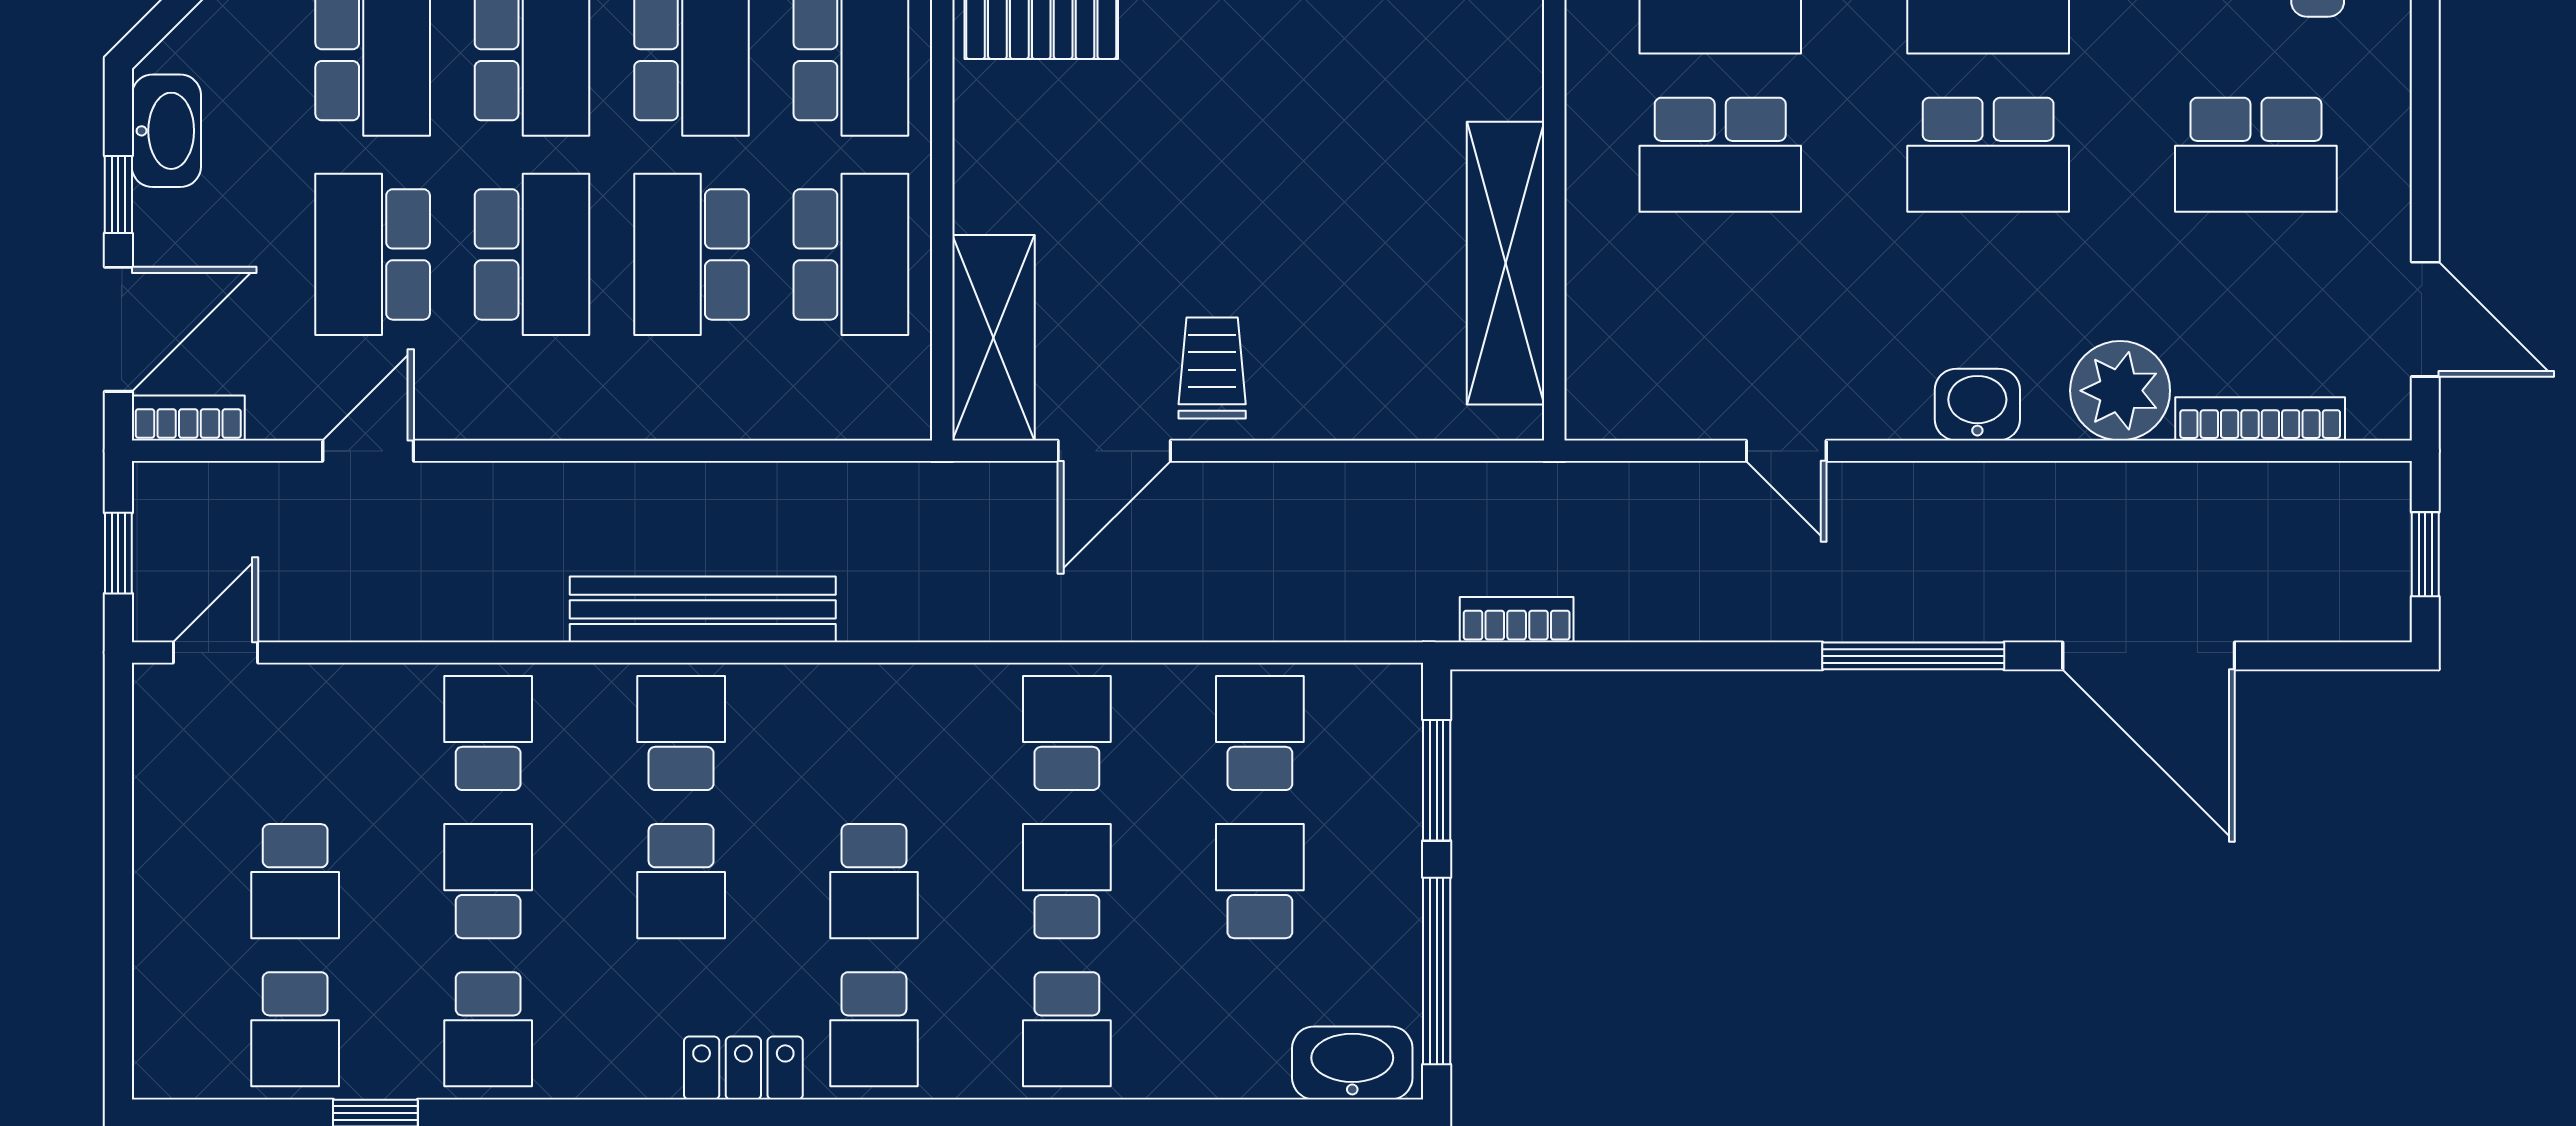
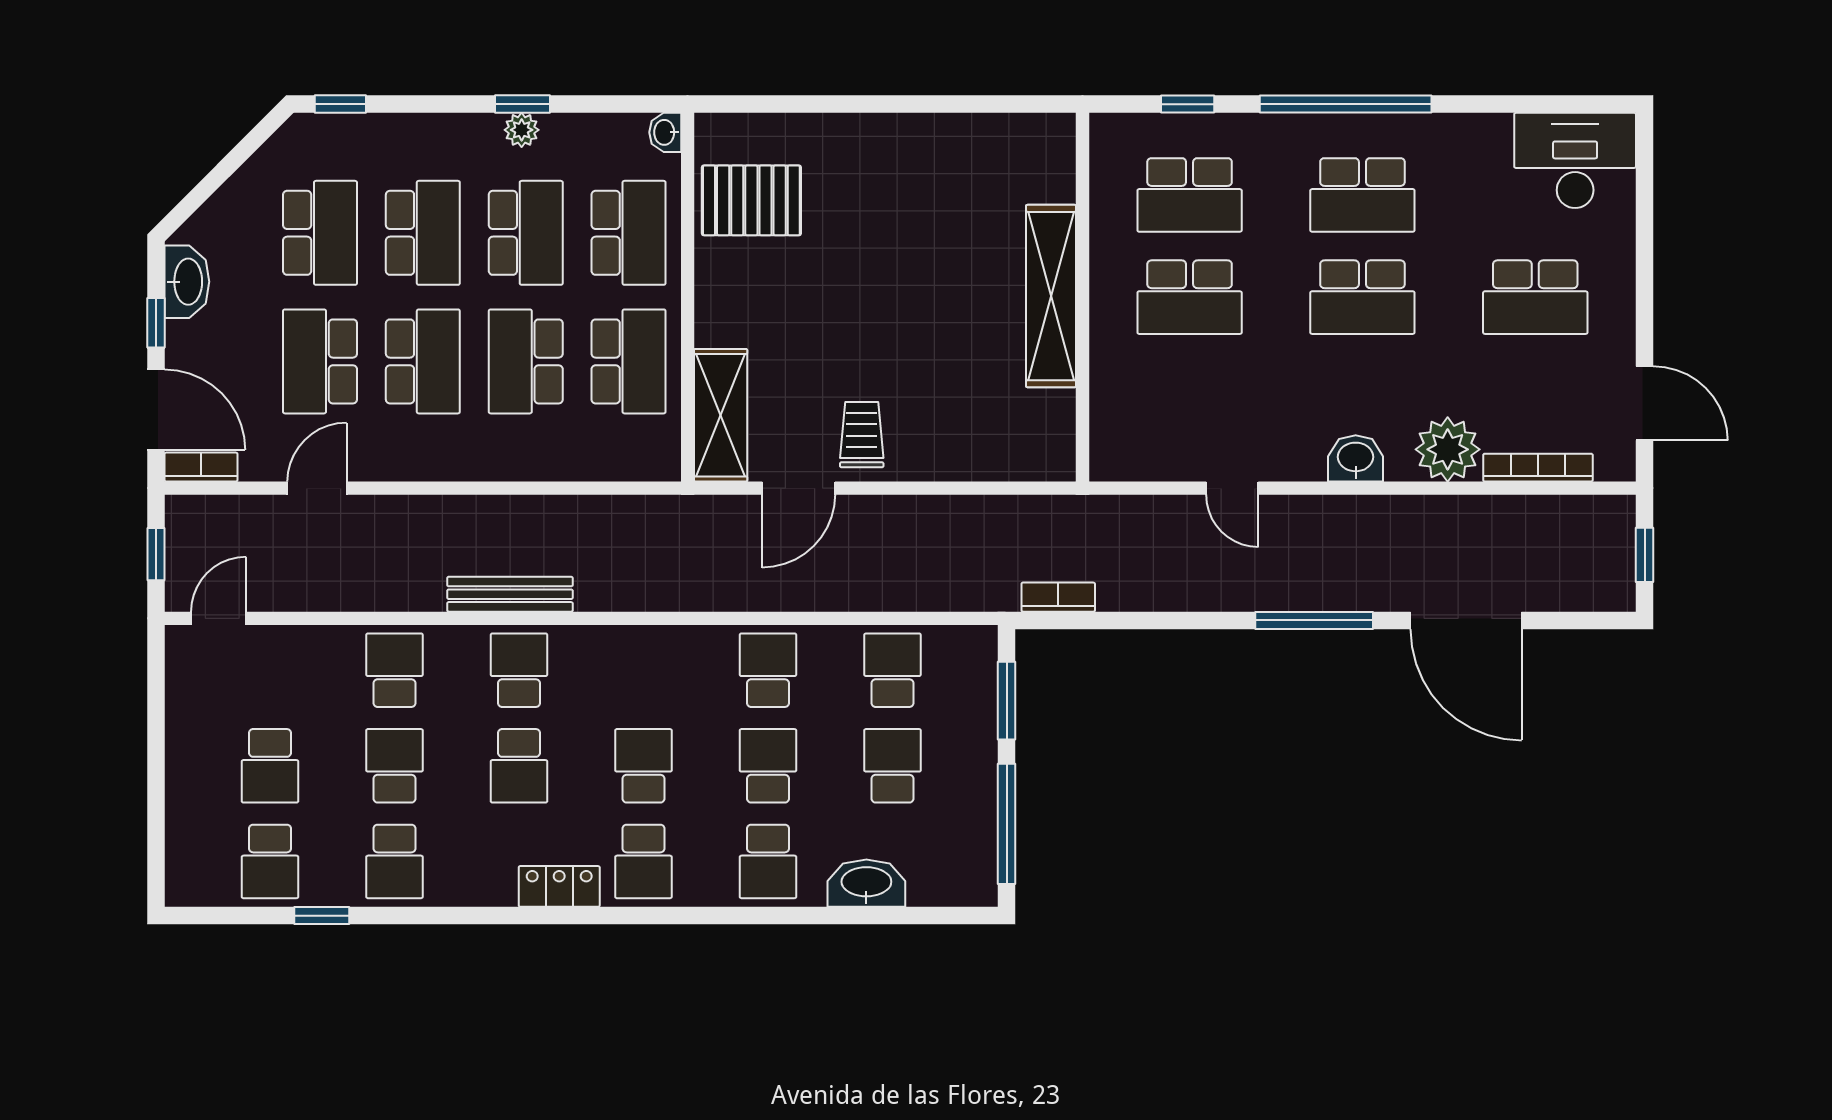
shelving: (1506, 263) -> (1051, 296), moved
door: (118, 329) -> (156, 410), hinge flipped
bench: (703, 609) -> (510, 594), width x0.73, depth x0.82
school desk: (874, 881) -> (644, 766), turned 180
washbasin: (1352, 1063) -> (866, 883), moved

